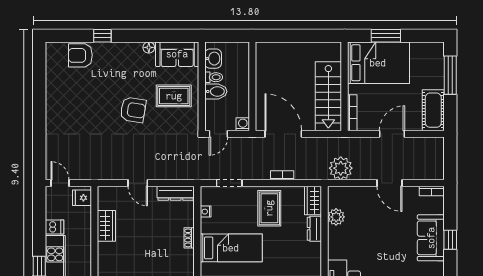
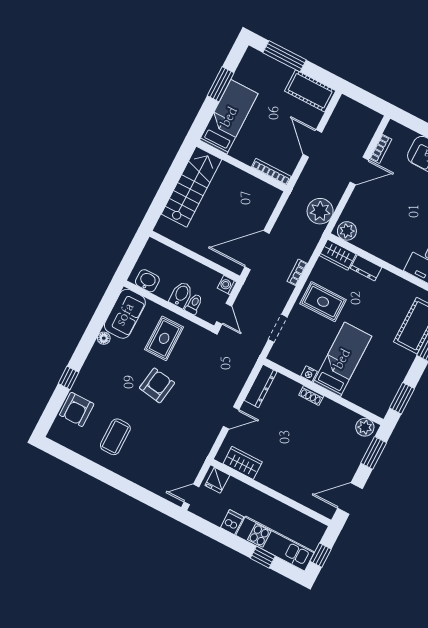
window: (386, 36) -> (221, 84), moved
bed: (378, 63) -> (229, 117), width x0.67
toilet: (214, 77) -> (194, 304), moved
stairs: (328, 96) -> (191, 187), moved, turned -90
coffee table: (74, 98) -> (115, 437), added
bookcase: (432, 191) -> (381, 149), moved
nightstand: (206, 212) -> (309, 374), moved
plant: (336, 217) -> (347, 231), moved
wardrobe: (106, 226) -> (243, 463), moved

